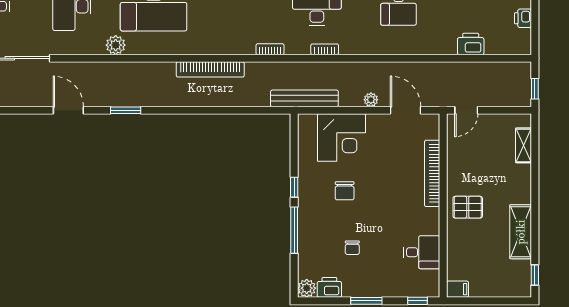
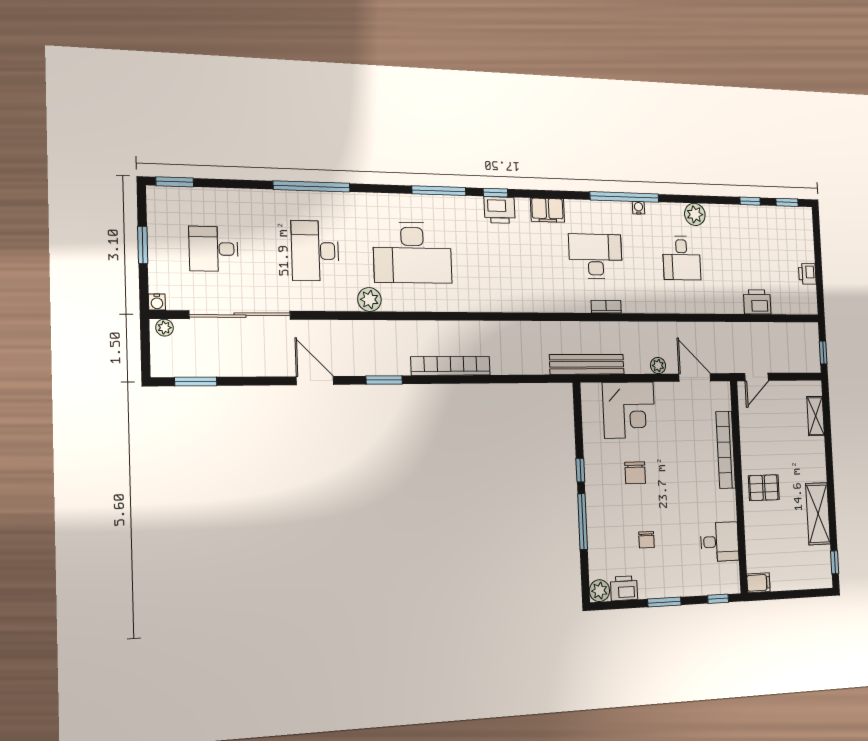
bookcase: (270, 49) -> (547, 306), removed
bookcase: (210, 69) -> (451, 366), moved, turned 180

